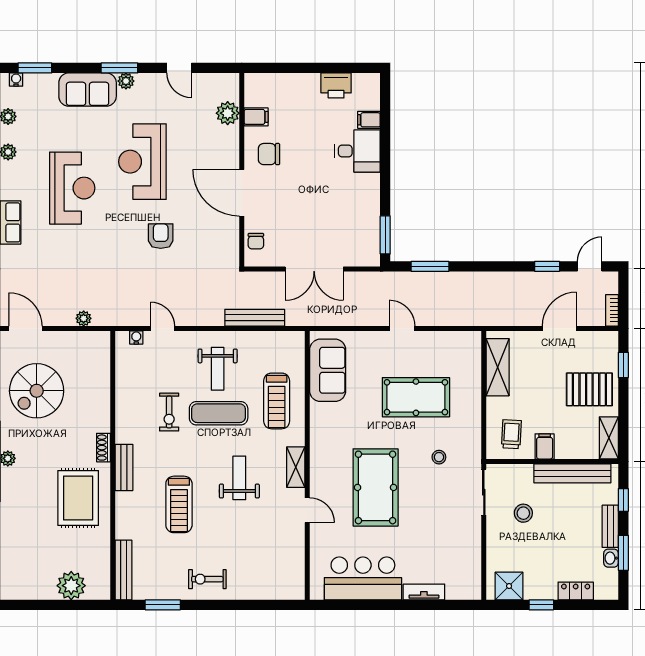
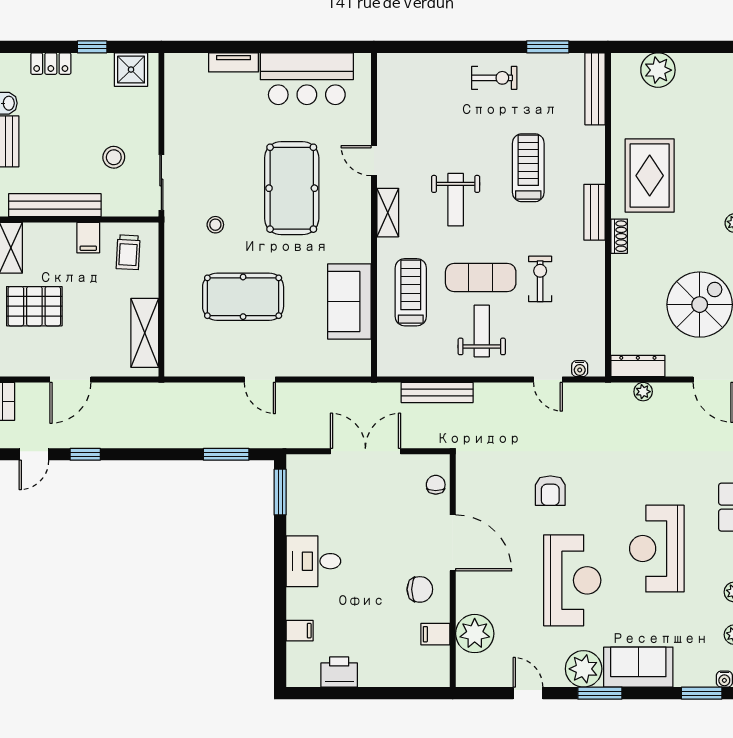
plant: (126, 81) -> (584, 669), width x1.87, depth x1.87
plant: (228, 113) -> (475, 634), width x1.36, depth x1.36
desk: (358, 151) -> (313, 561), moved
dresser: (88, 340) -> (638, 366), added
sofa: (328, 370) -> (349, 302), moved

